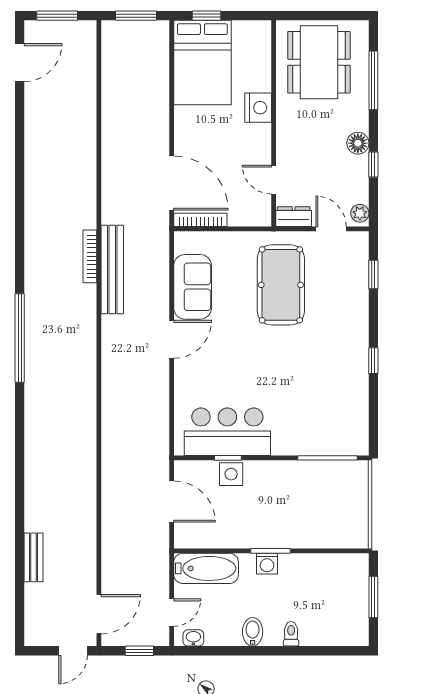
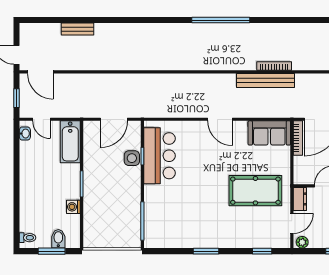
sofa: (193, 287) -> (269, 133), moved
window: (373, 361) -> (206, 251), width x1.50
washing machine: (267, 564) -> (73, 207), moved
bidet: (253, 632) -> (58, 239), moved, turned -90
toilet: (291, 634) -> (28, 238), moved

